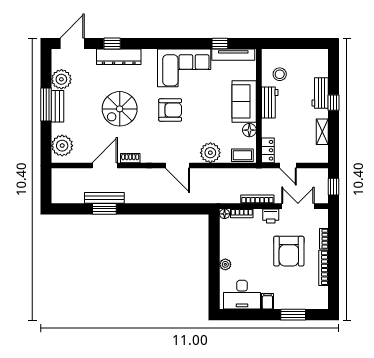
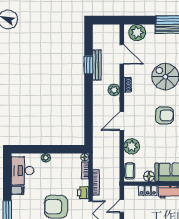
armchair: (170, 110) -> (164, 115), turned -90
locker: (268, 150) -> (148, 191), moved
door: (105, 165) -> (122, 54), moved
plant: (137, 176) -> (114, 90), added

